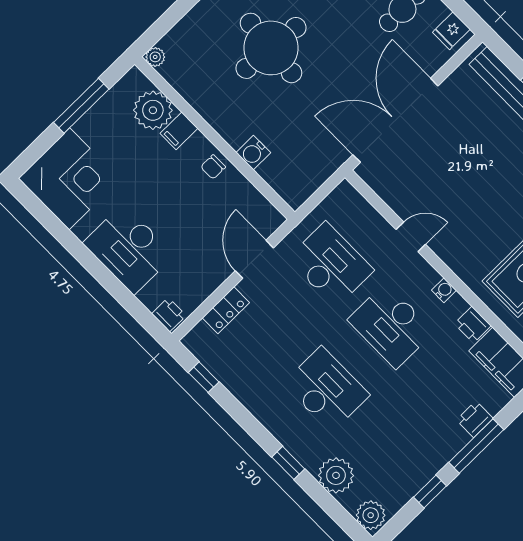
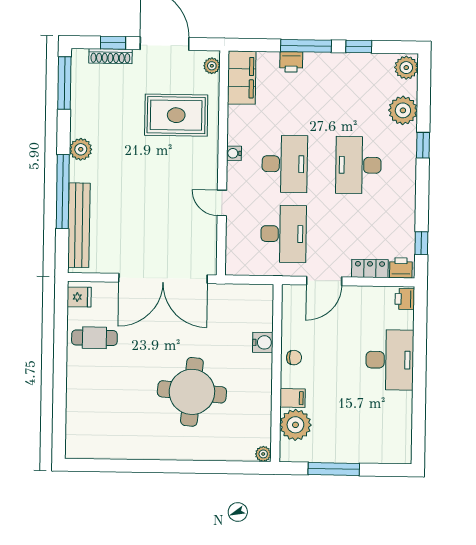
corner desk: (69, 179) -> (383, 434), removed
desk: (331, 264) -> (284, 234), turned 180
printer: (473, 325) -> (401, 268), moved, turned -90

